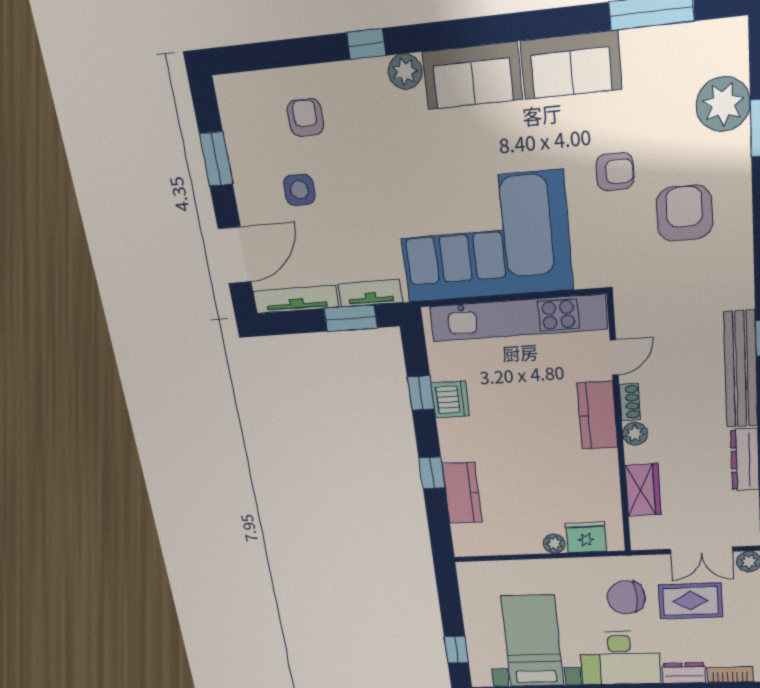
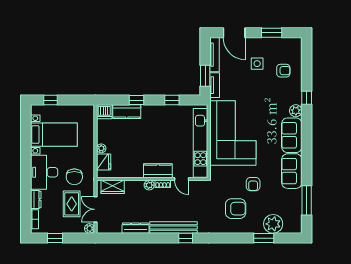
dishwasher: (450, 399) -> (104, 112), moved
wardrobe: (643, 490) -> (113, 187), moved
chair: (626, 597) -> (74, 177), turned 180

